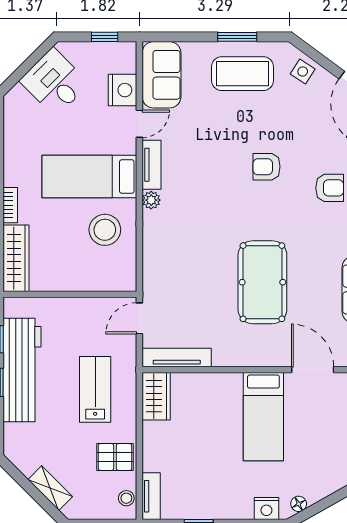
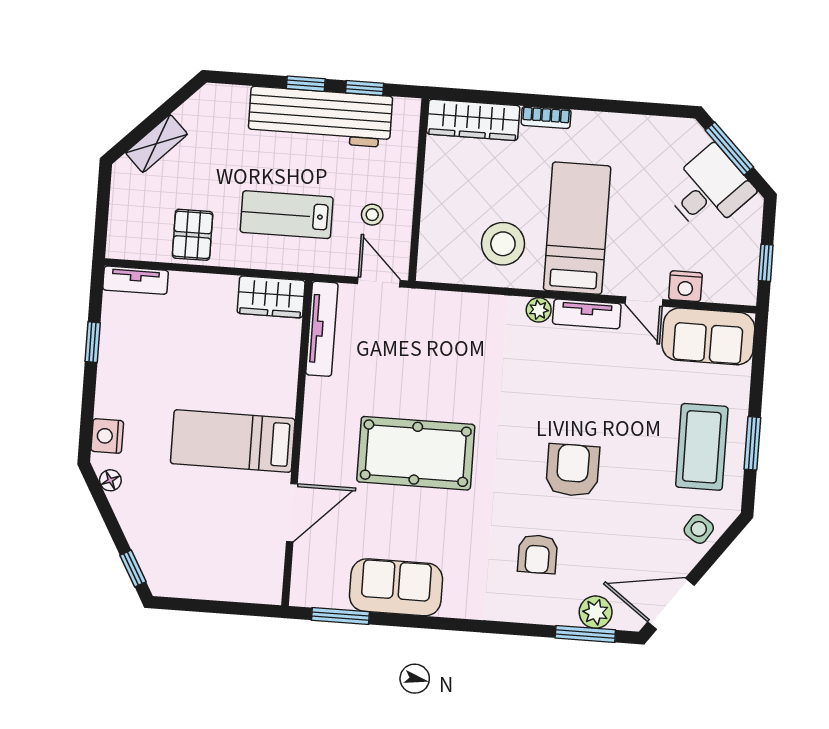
window: (23, 69) -> (729, 149), added
nightstand: (123, 90) -> (685, 286), width x0.74, depth x0.75
armchair: (267, 167) -> (573, 470), width x1.38, depth x1.38
lab bench: (95, 389) -> (287, 215), turned 180
stool: (126, 498) -> (372, 215), moved

